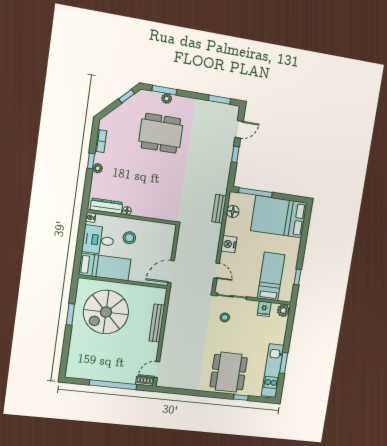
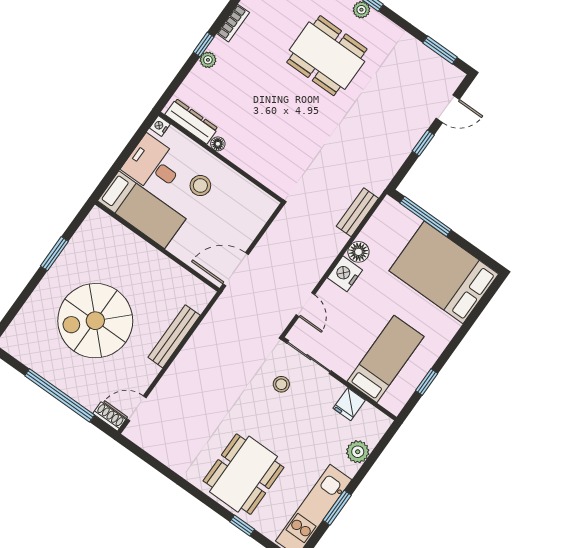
floor lamp: (233, 211) -> (358, 252), moved
plant: (283, 310) -> (358, 452), moved
spiral stairs: (106, 312) -> (95, 321), moved

